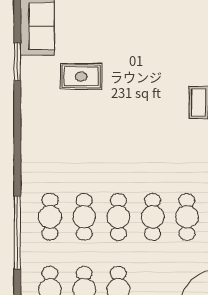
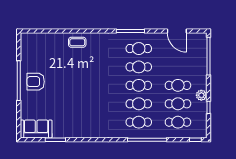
armchair: (125, 25) -> (36, 82), added
rug: (81, 76) -> (63, 105), removed

